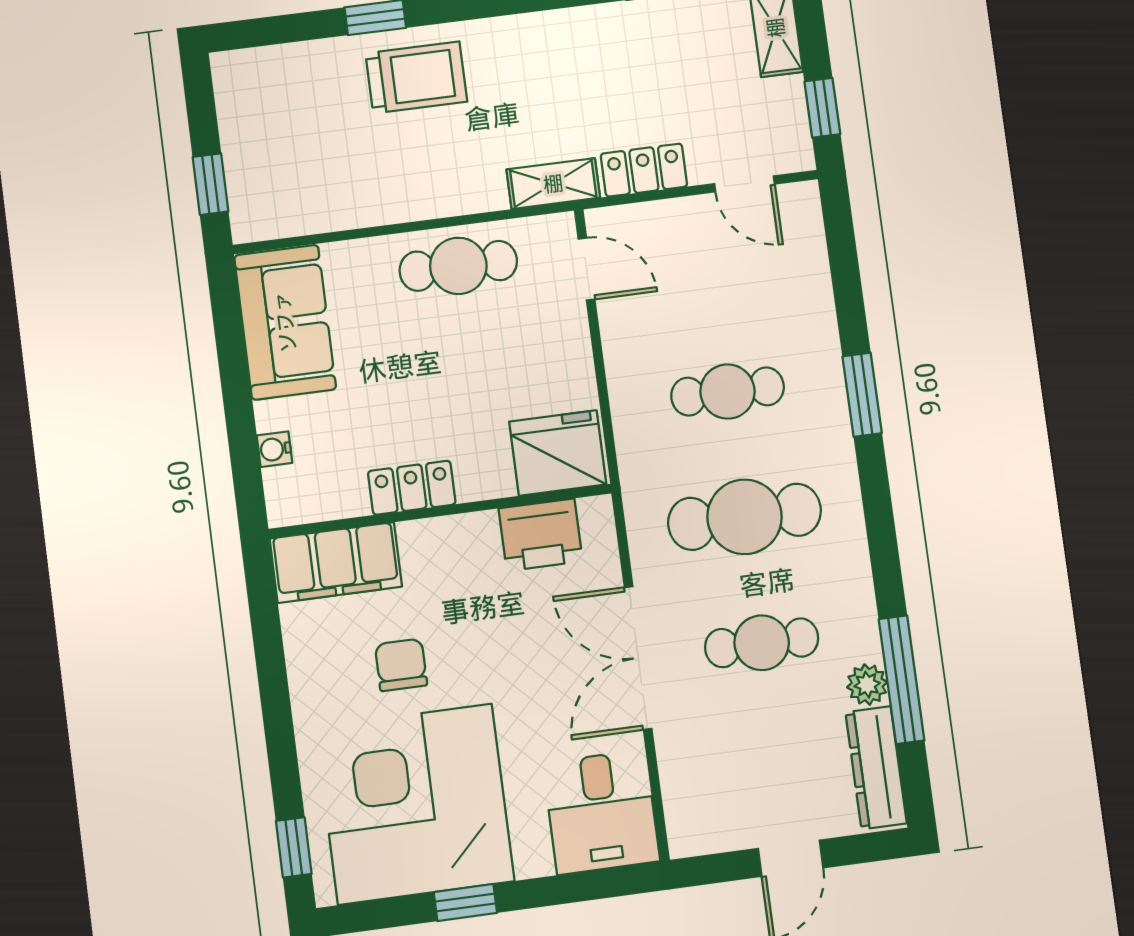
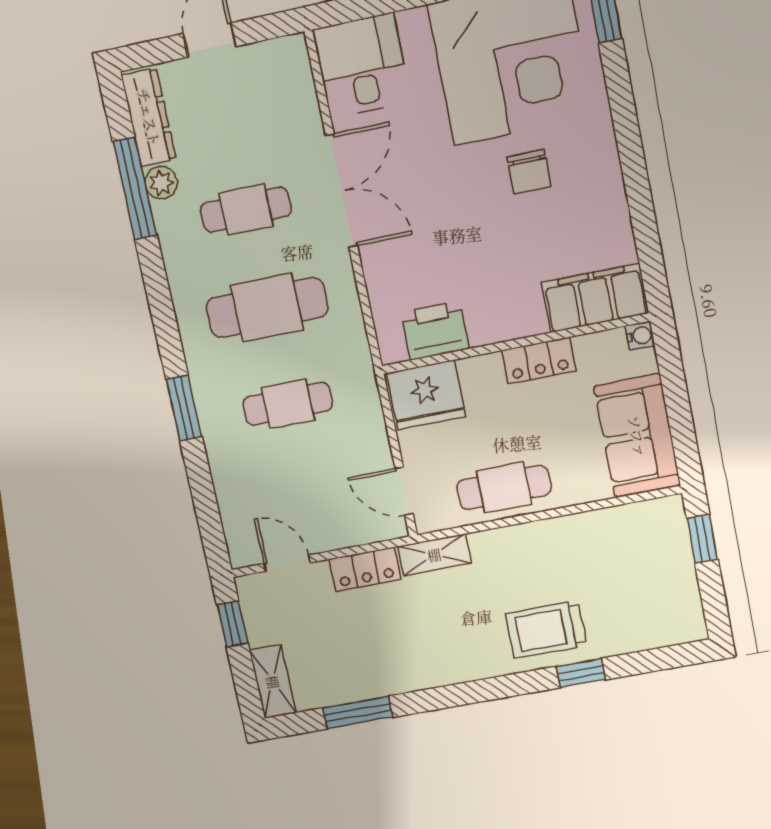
fridge: (558, 453) -> (426, 395), moved
locker: (412, 488) -> (539, 361), moved
wall: (440, 511) -> (515, 344), moved
printer: (541, 535) -> (435, 331), moved
filing cabinet: (336, 563) -> (595, 298), moved

